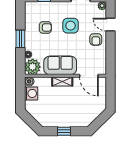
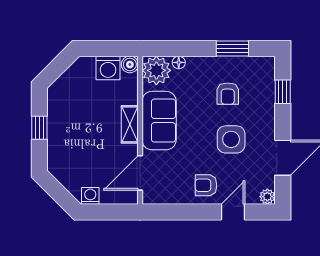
window: (20, 39) -> (232, 48), moved
washing machine: (102, 103) -> (90, 196), added

